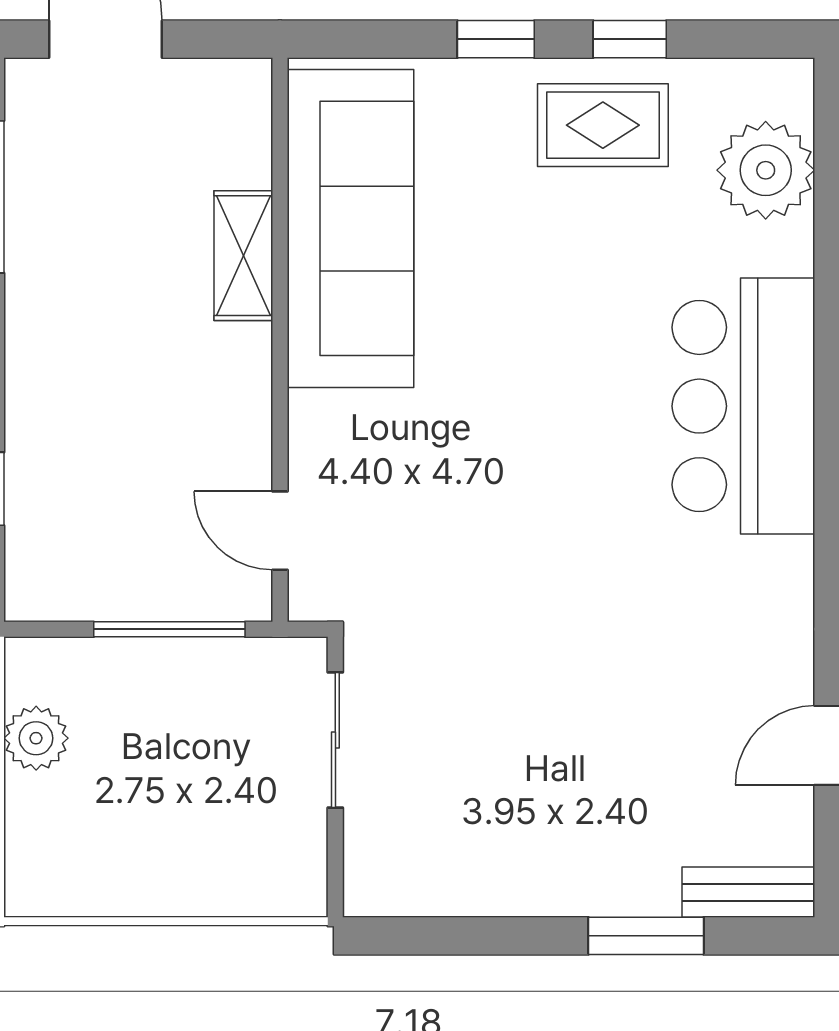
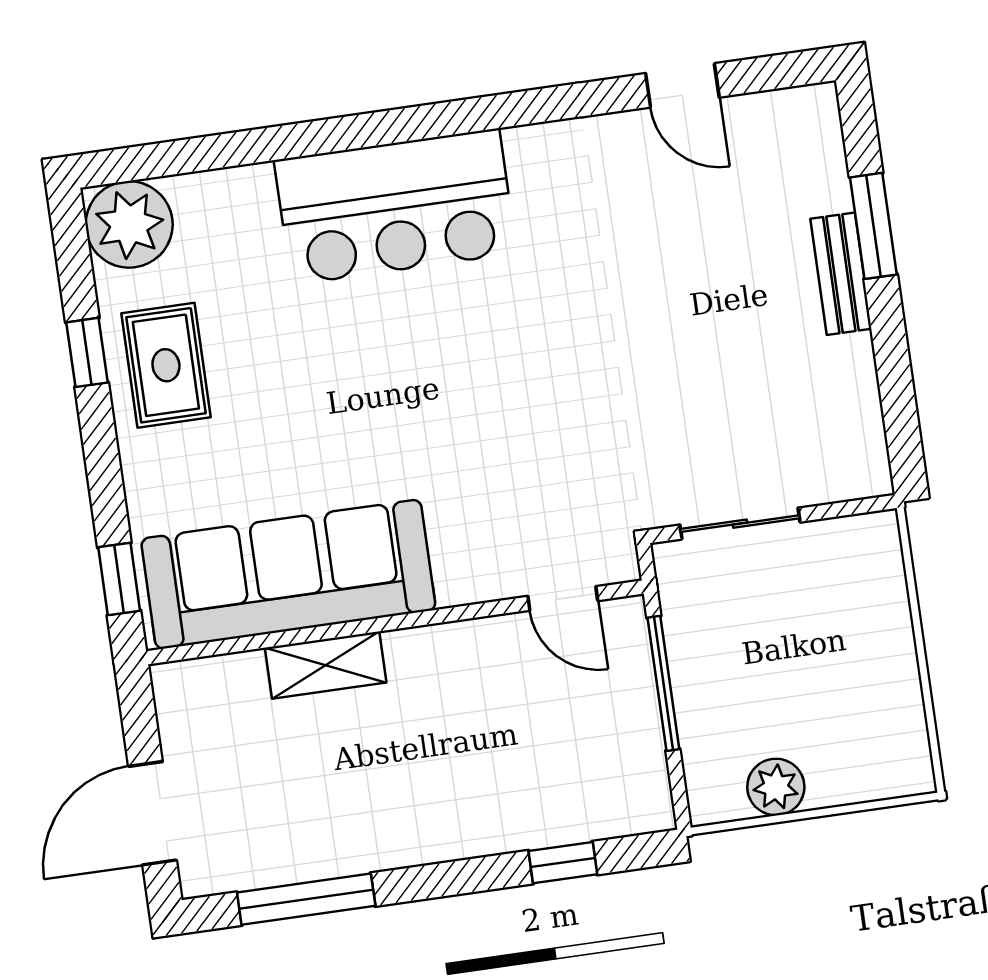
window: (496, 39) -> (119, 579), moved
plant: (766, 170) -> (129, 224), moved
door: (280, 531) -> (563, 598), hinge flipped
bench: (748, 892) -> (841, 274), moved

